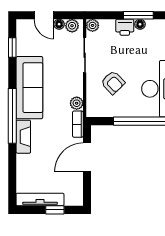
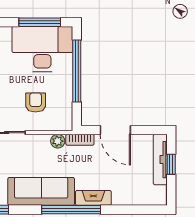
armchair: (113, 82) -> (36, 102), turned -46
tv unit: (40, 200) -> (160, 160), moved

